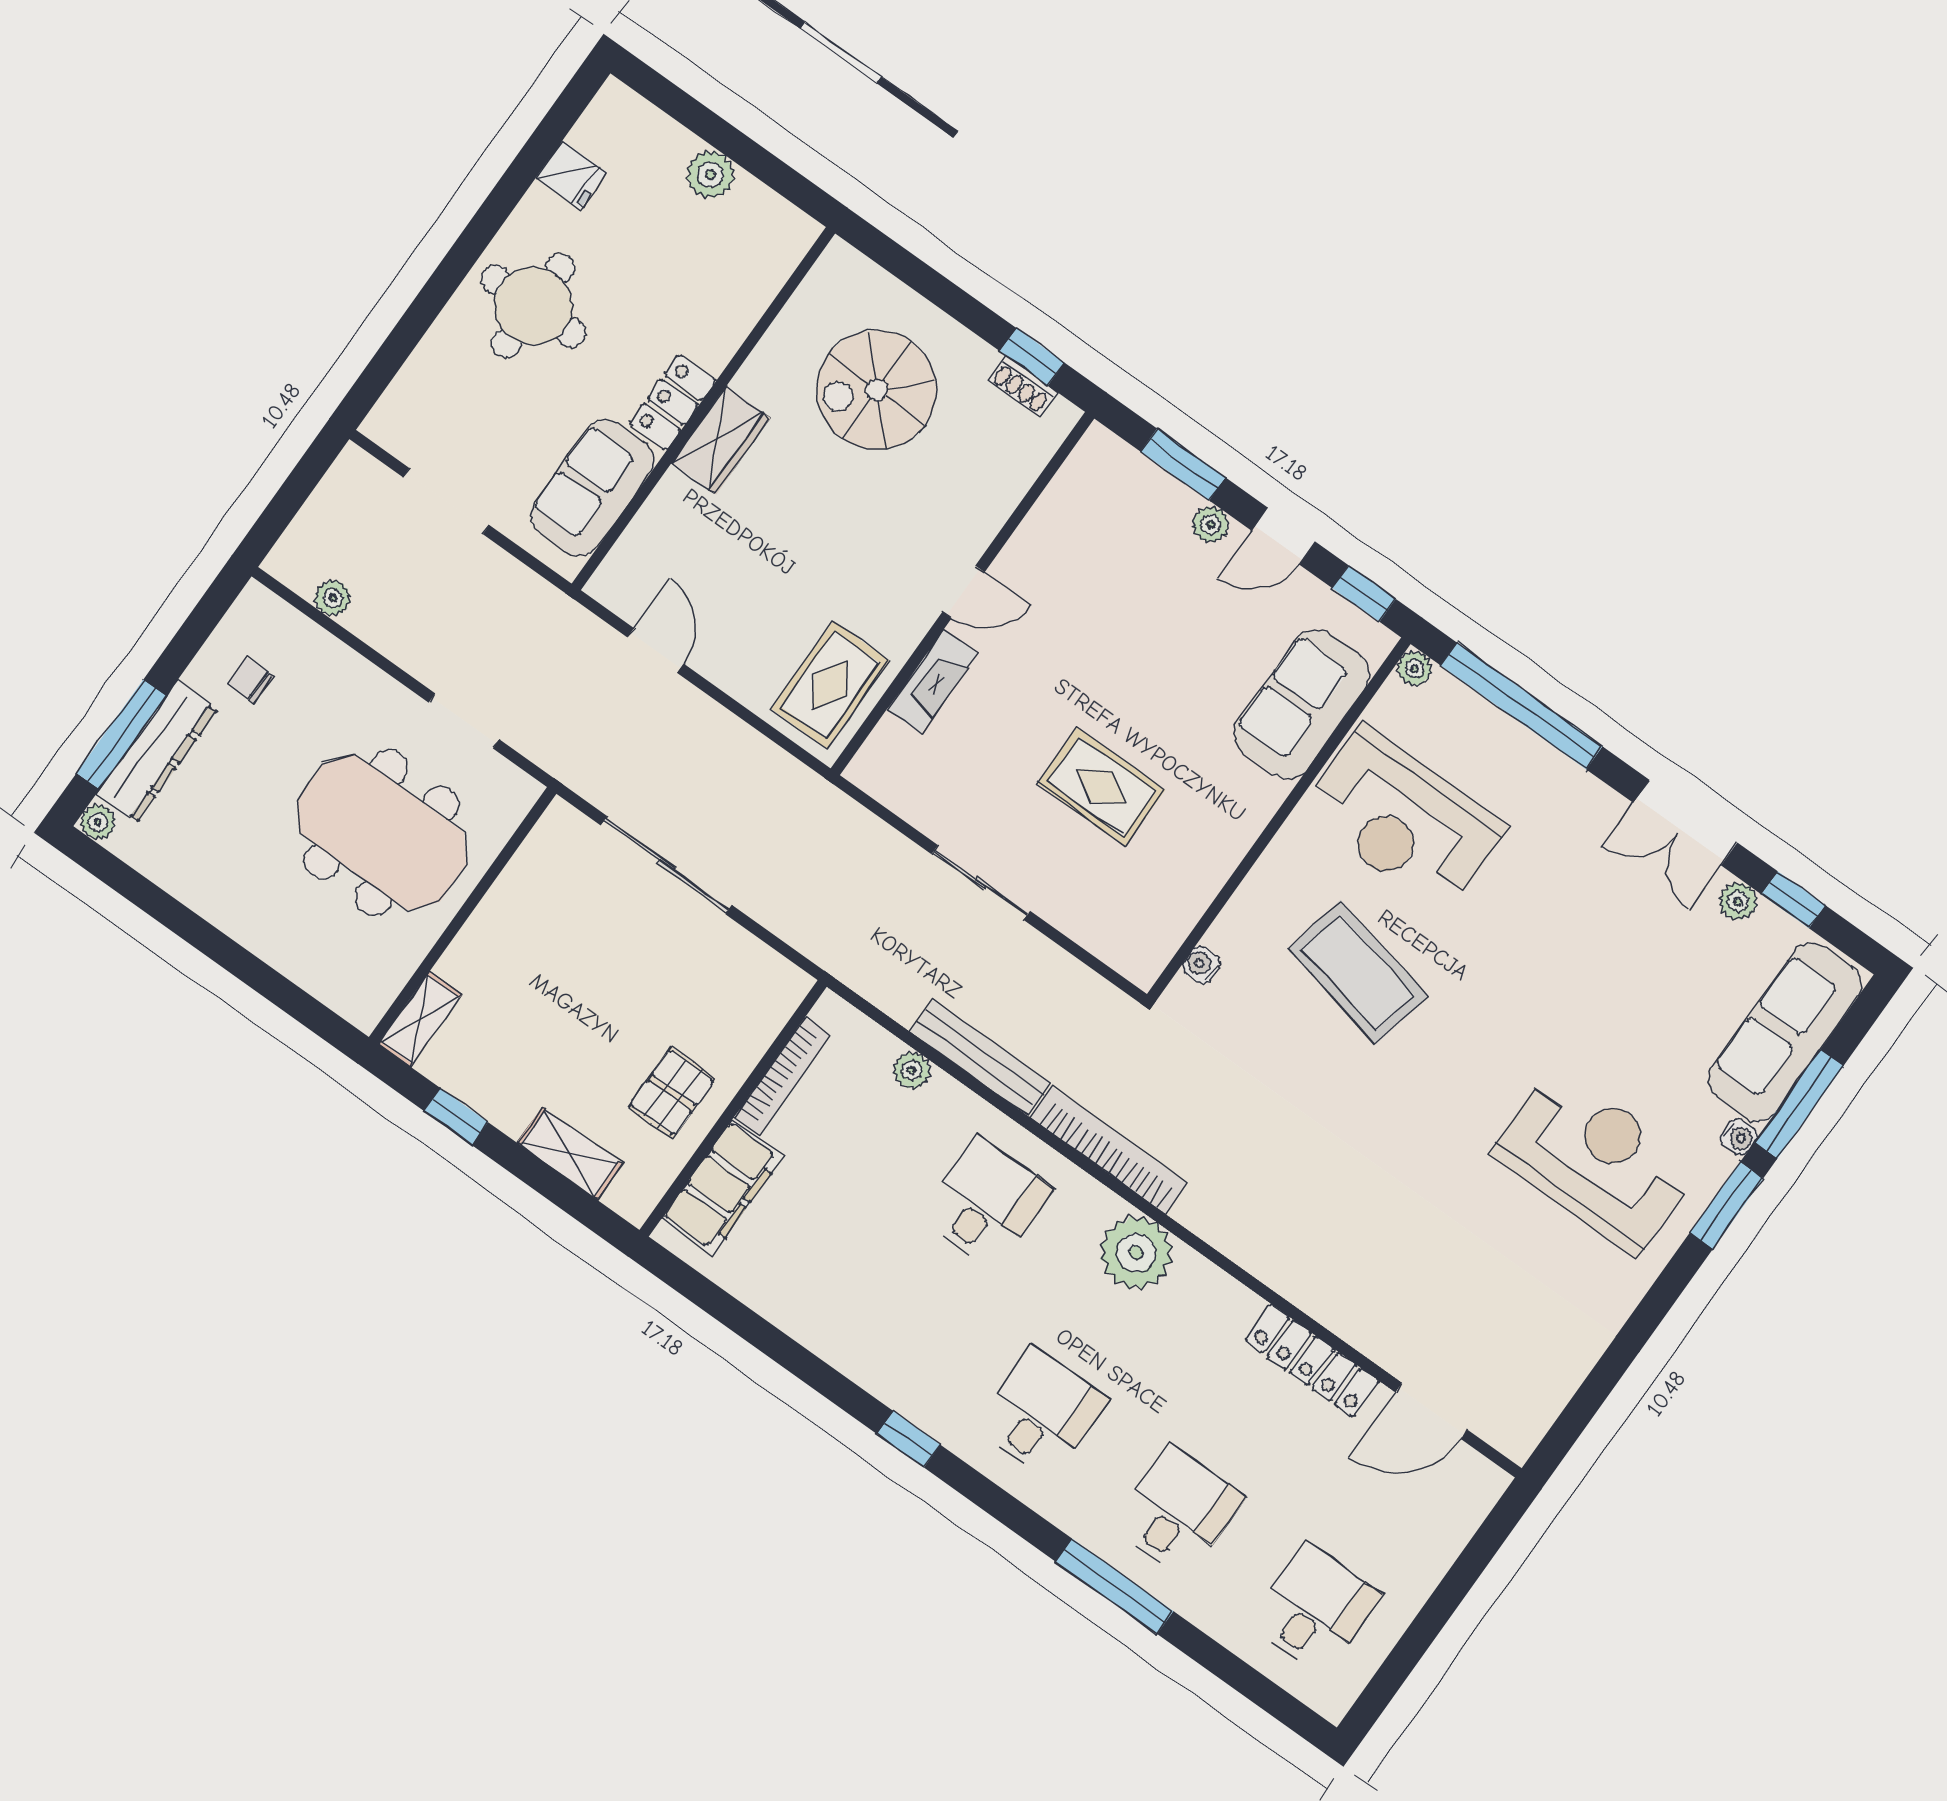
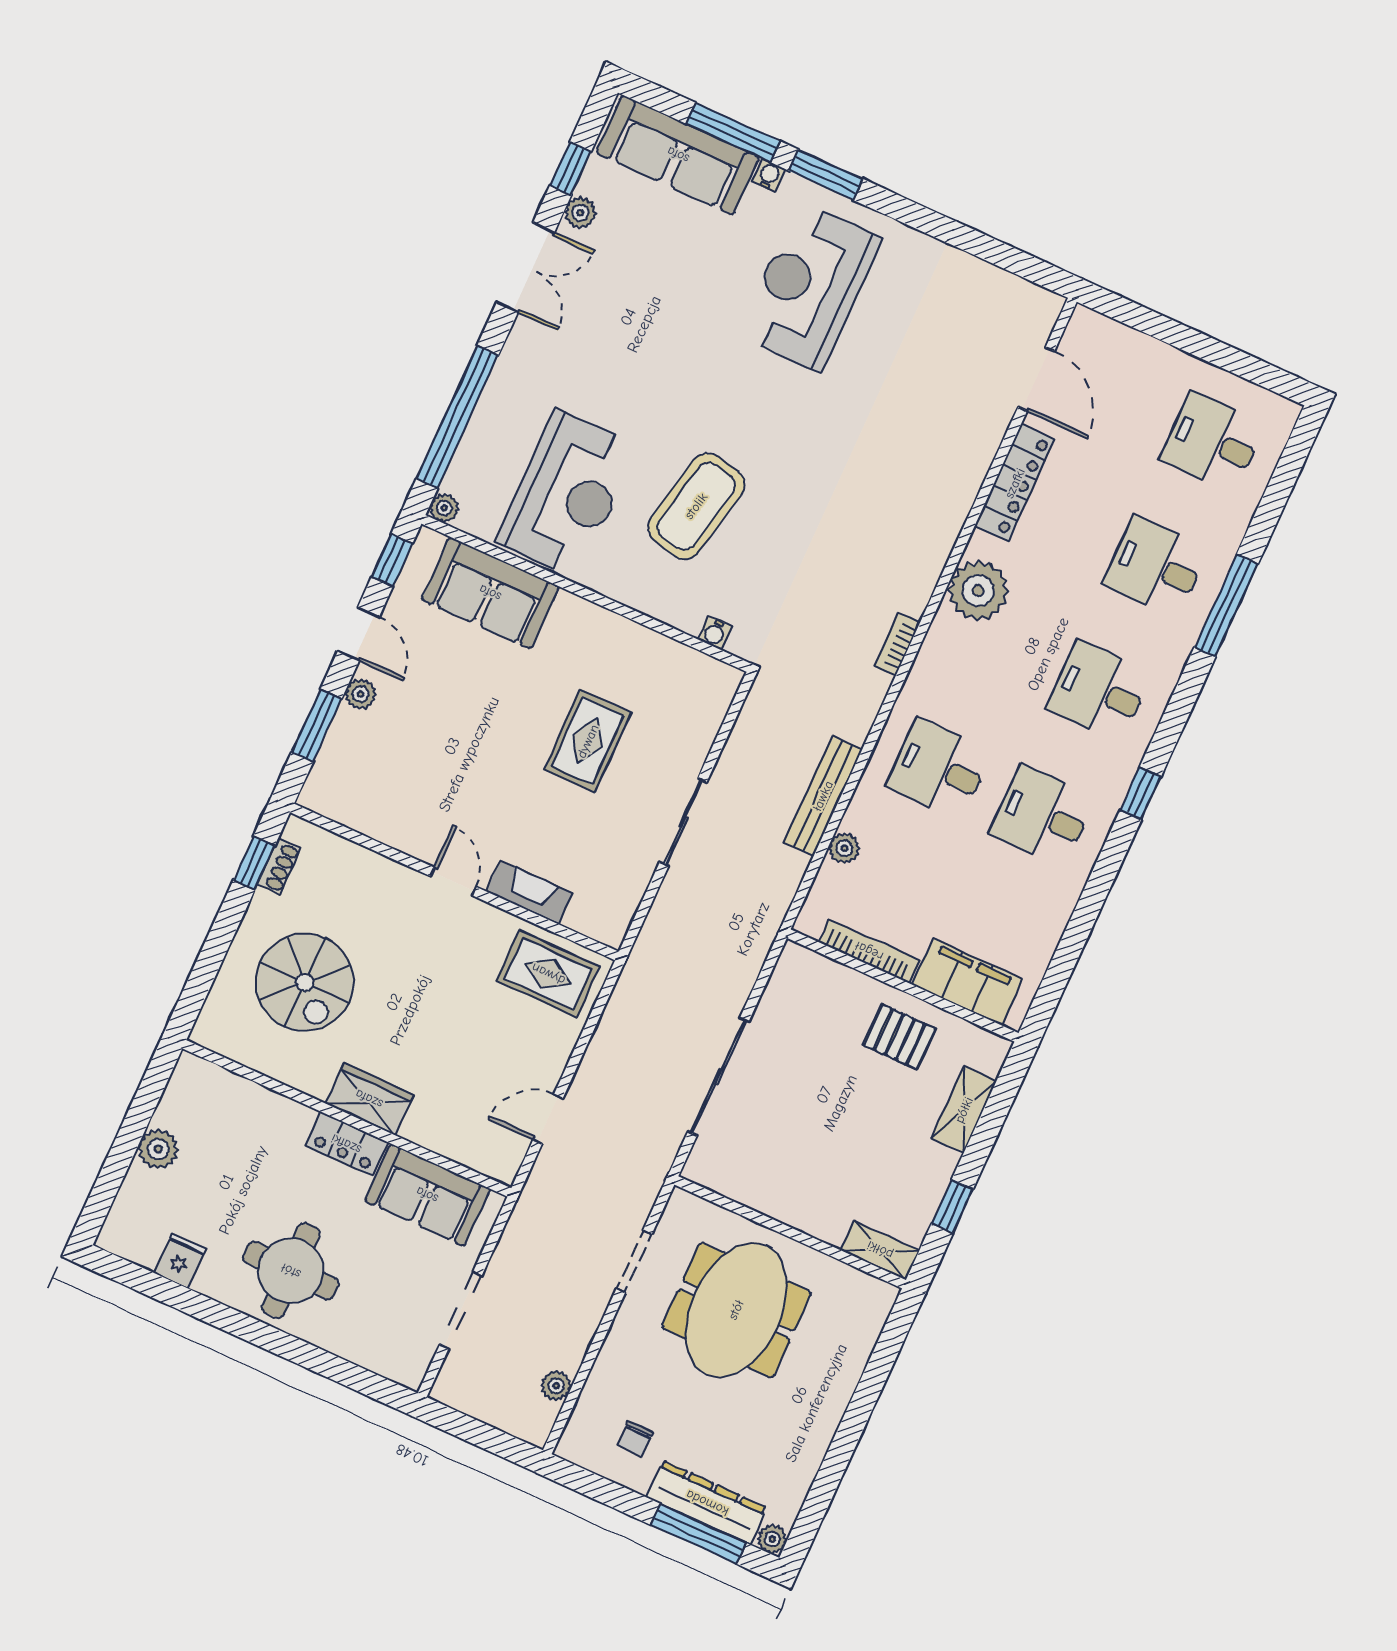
bookcase: (1109, 1151) -> (897, 644), width x0.43, depth x0.76
plant: (1136, 1253) -> (978, 591), moved
desk: (905, 1316) -> (1043, 816), added

